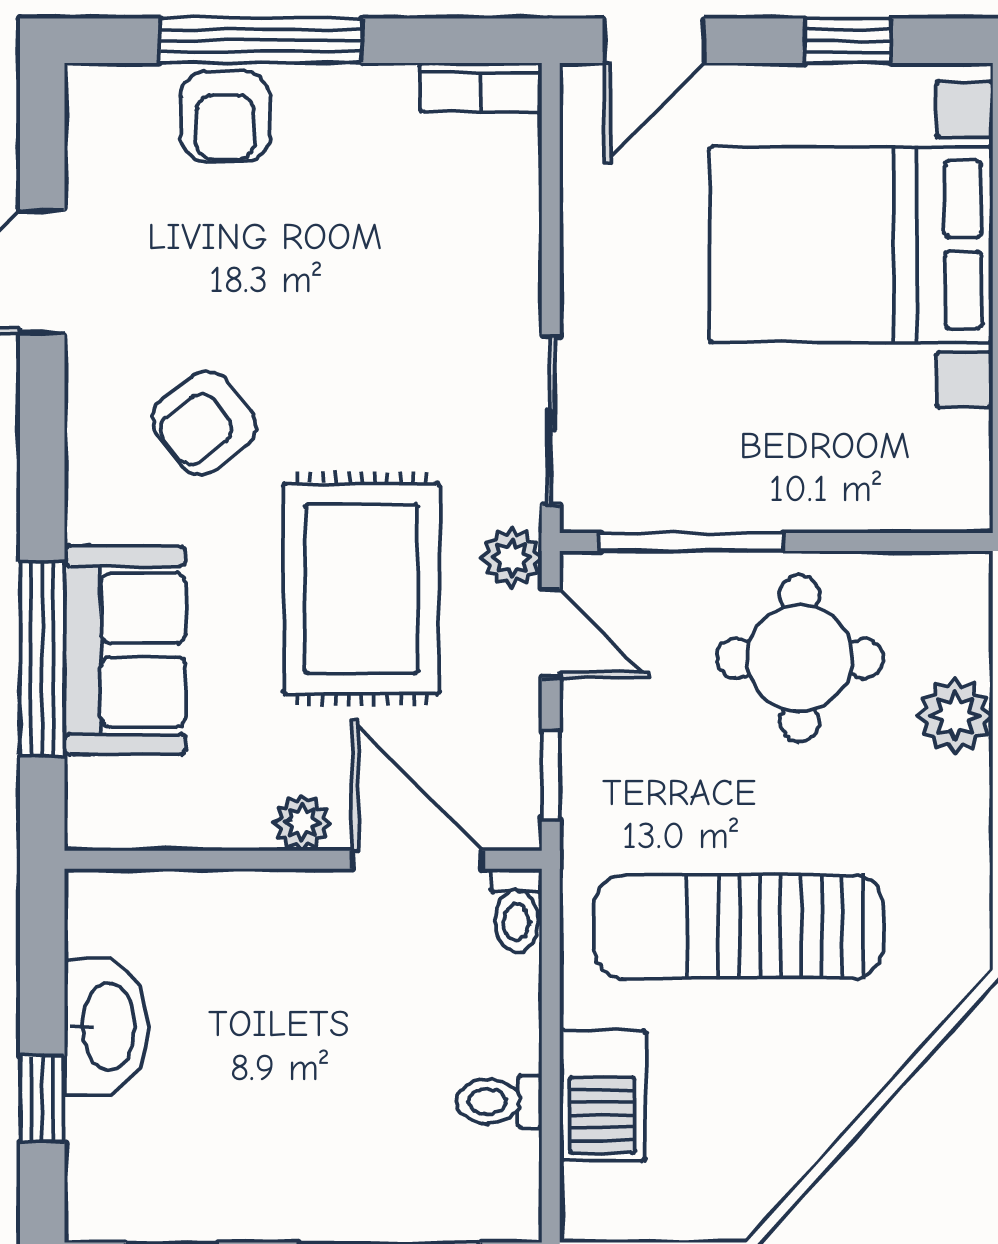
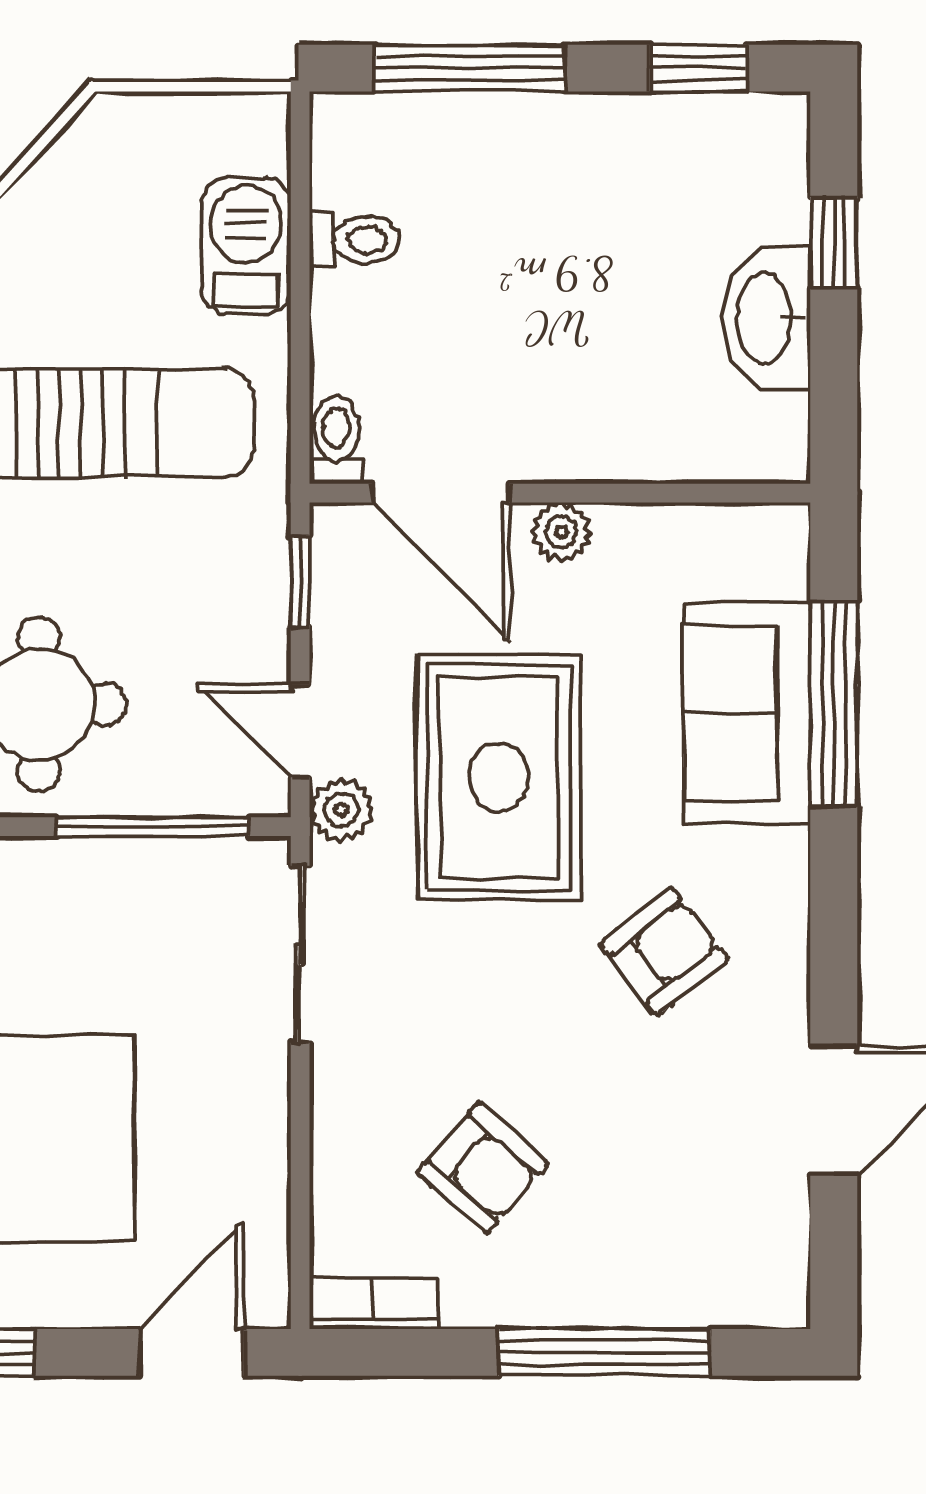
armchair: (225, 116) -> (483, 1168), moved, turned 131

